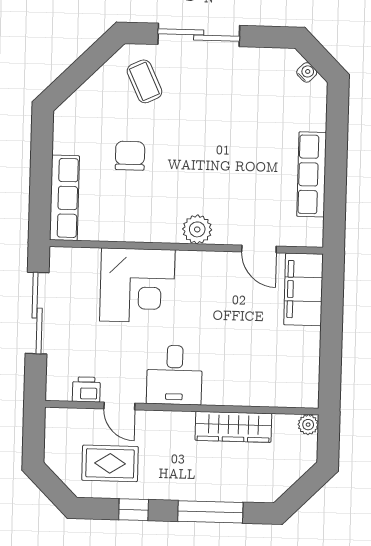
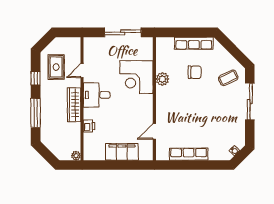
row of seats: (64, 198) -> (194, 43), moved
plant: (197, 229) -> (162, 79), moved
filing cabinet: (303, 289) -> (122, 152), moved
printer: (86, 389) -> (89, 126), moved
wardrobe: (233, 427) -> (74, 105), moved

